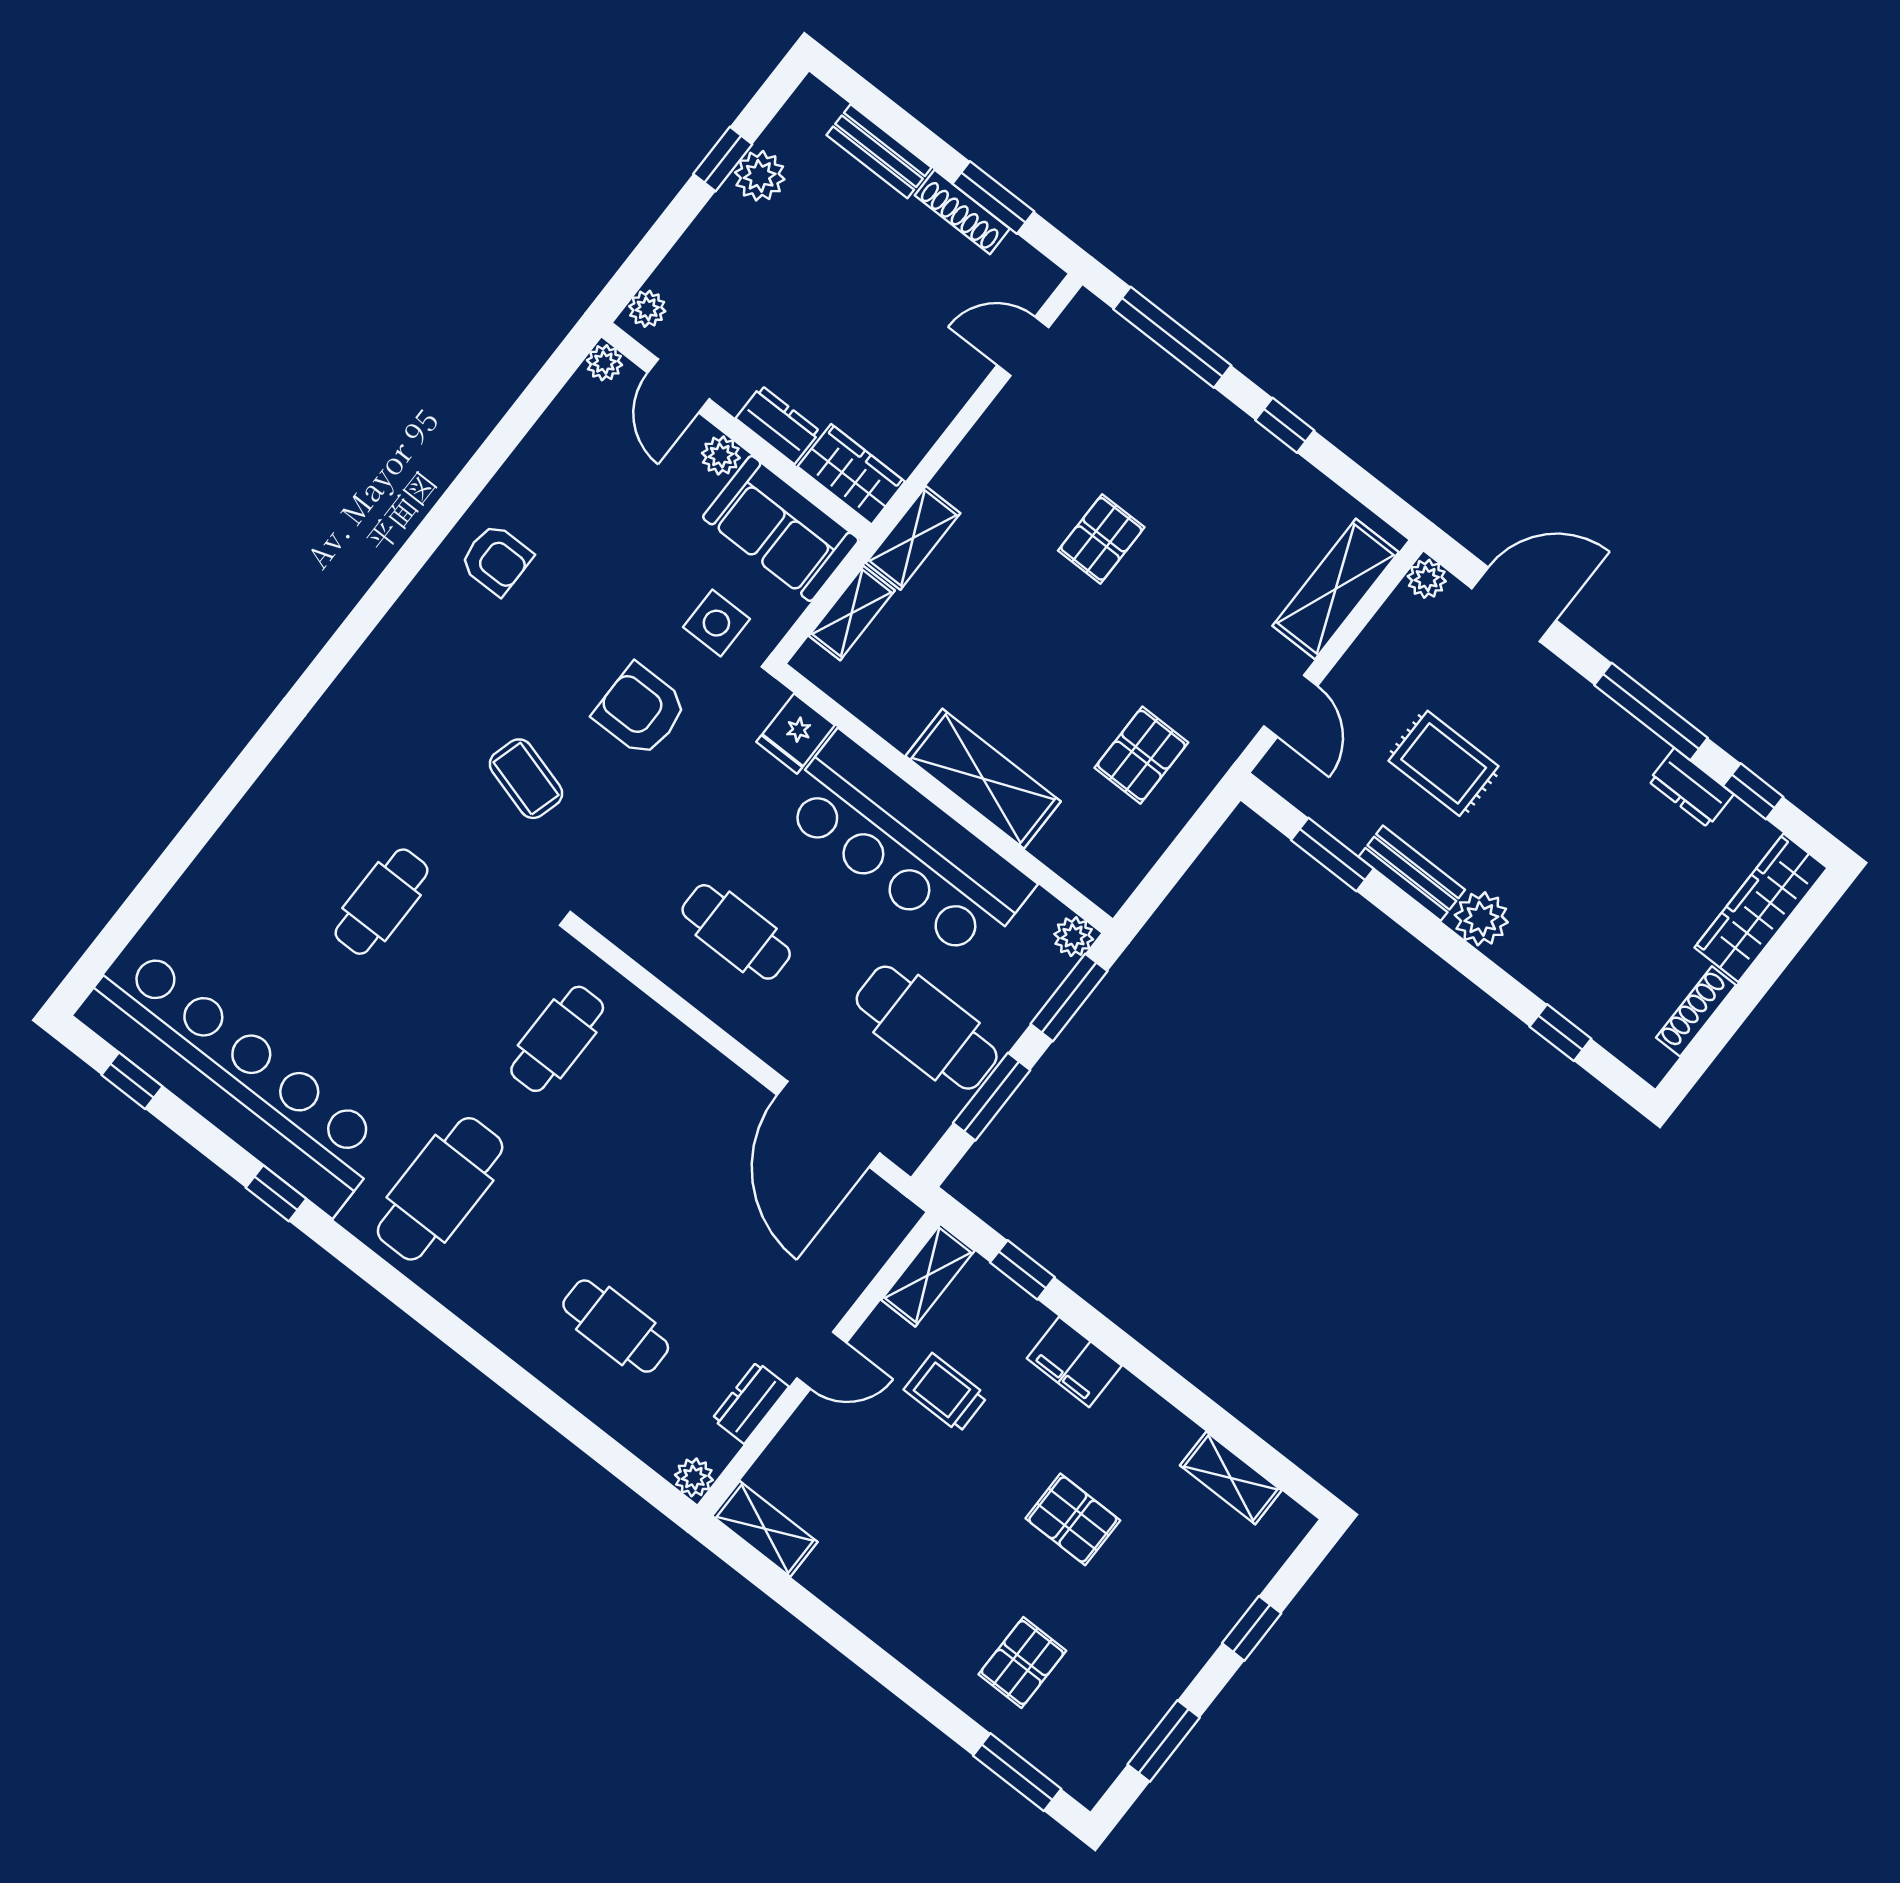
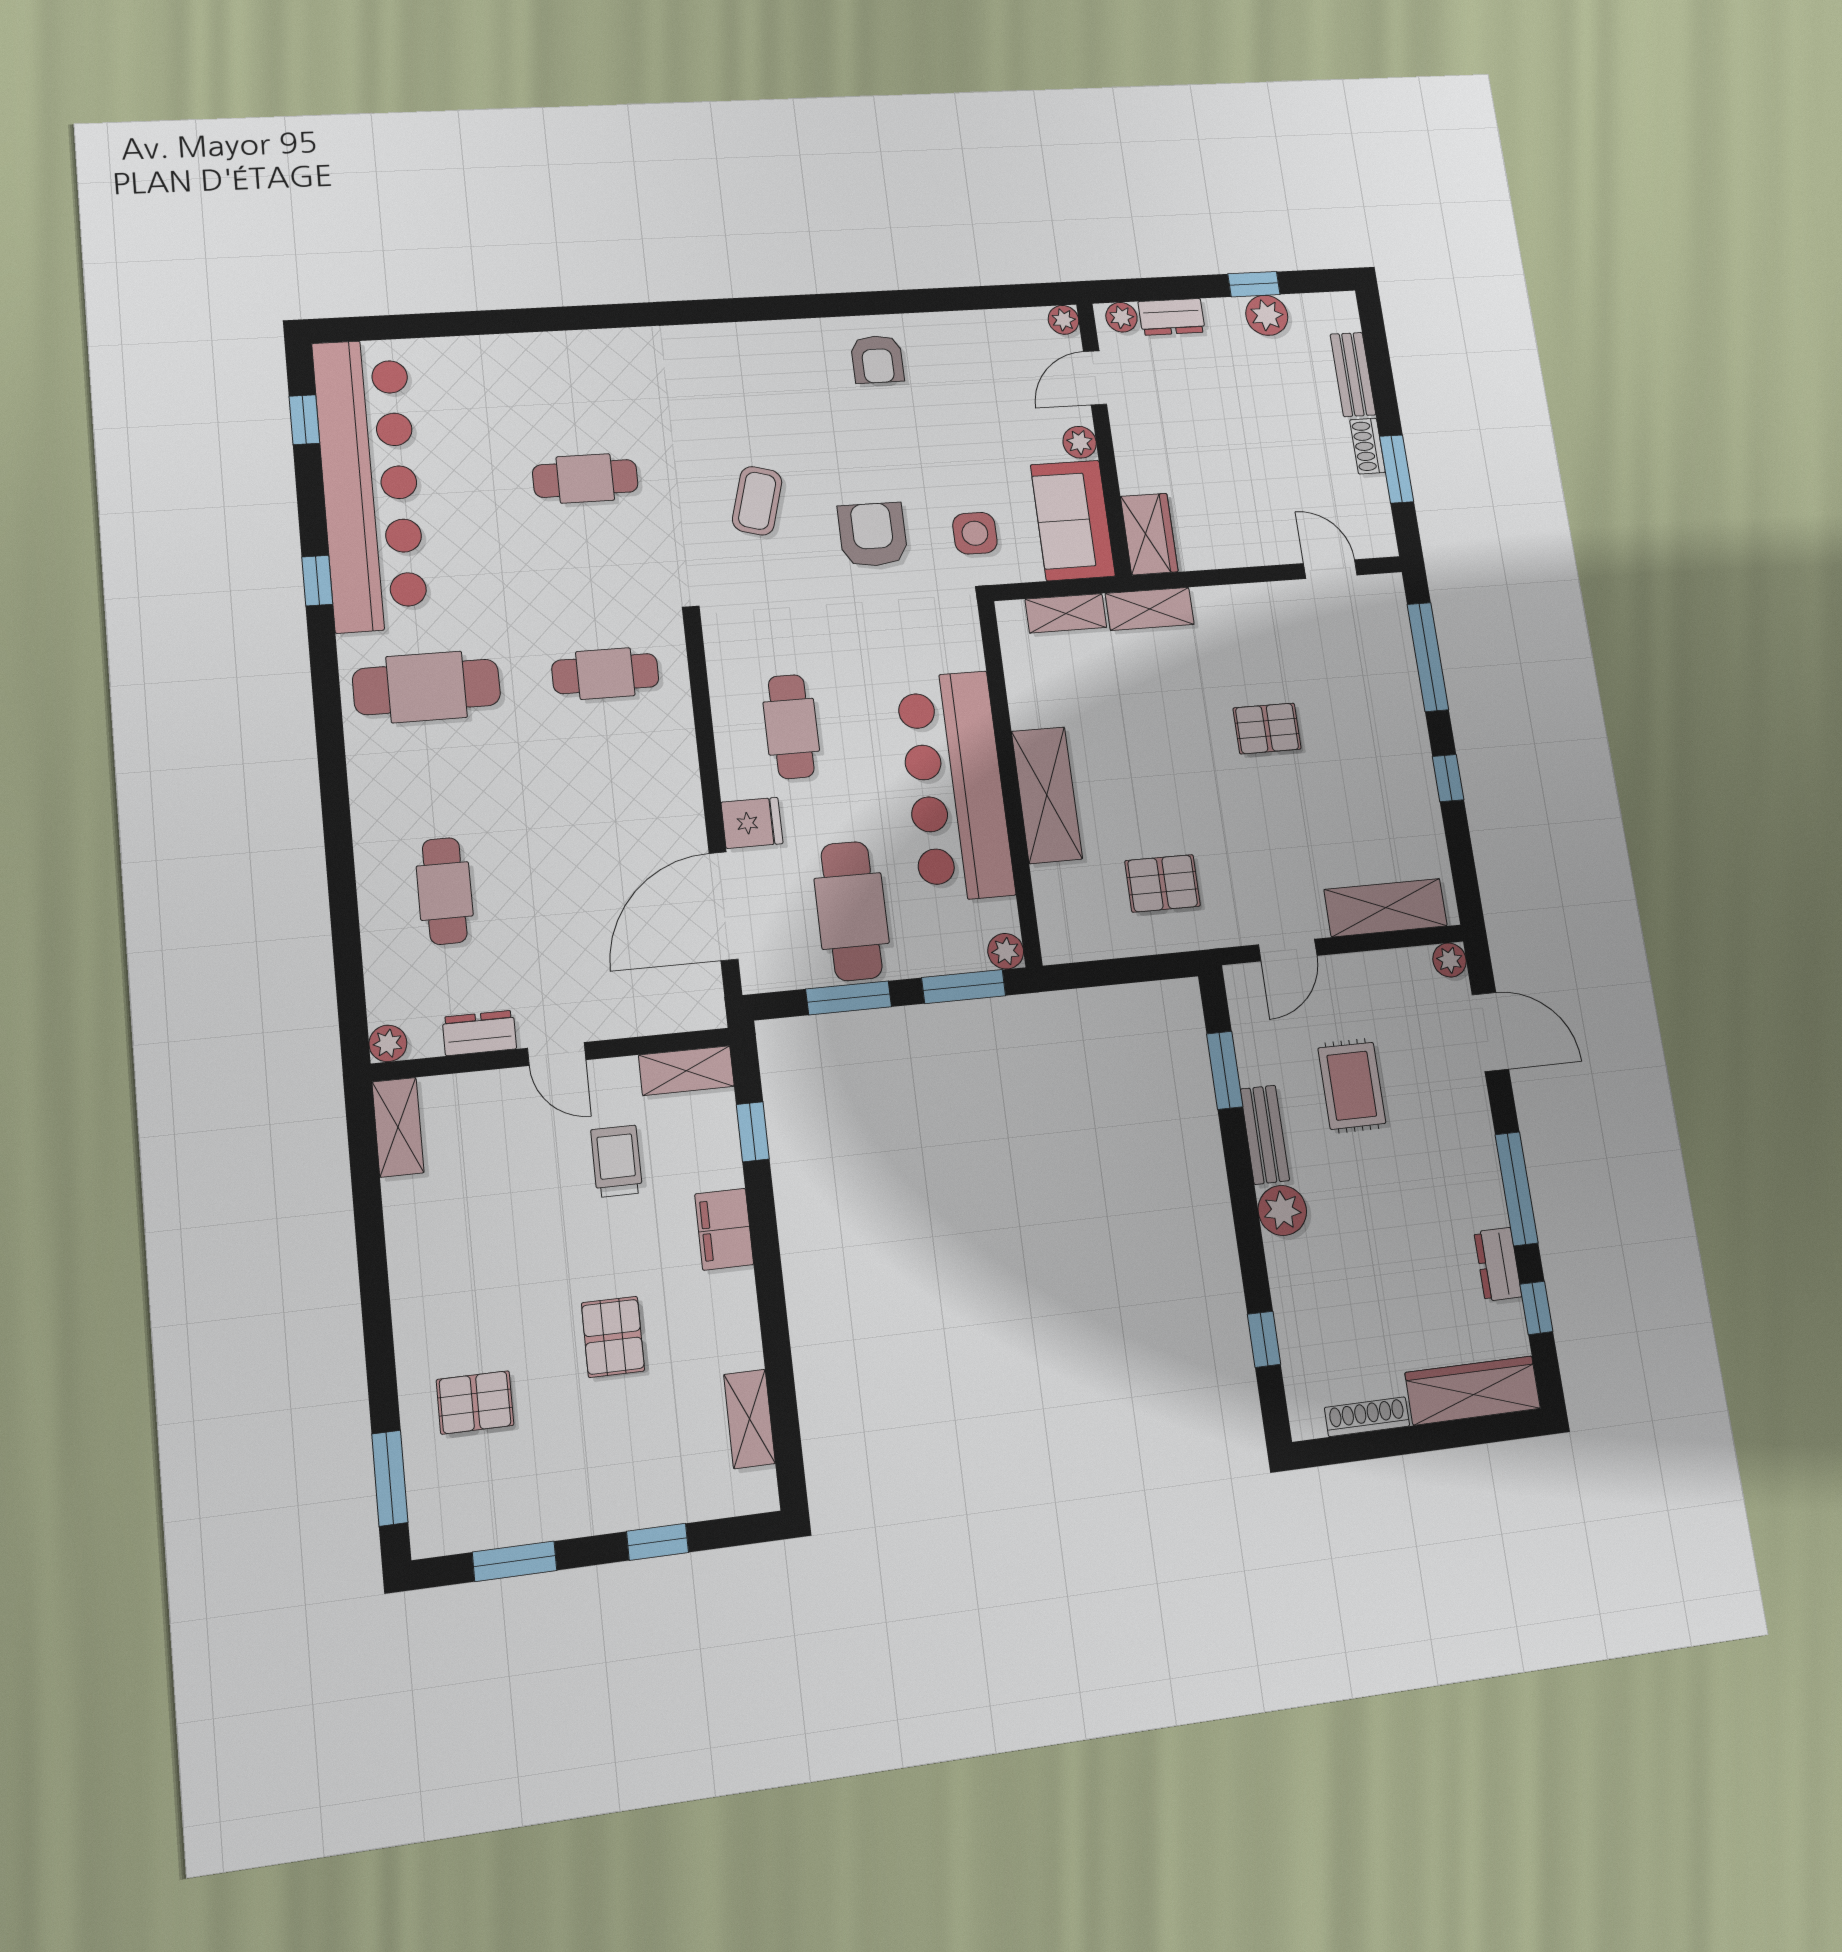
shoe rack: (962, 212) -> (1367, 446), width x0.70
dresser: (778, 425) -> (1172, 317), moved, turned 90
fridge: (796, 734) -> (752, 823), moved, turned 180

